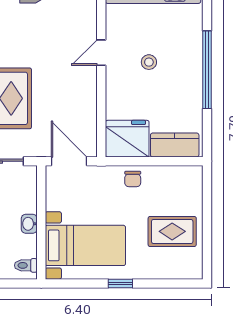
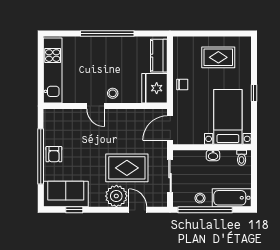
stool: (149, 62) -> (113, 93), moved
rug: (172, 231) -> (218, 57), turned 90

